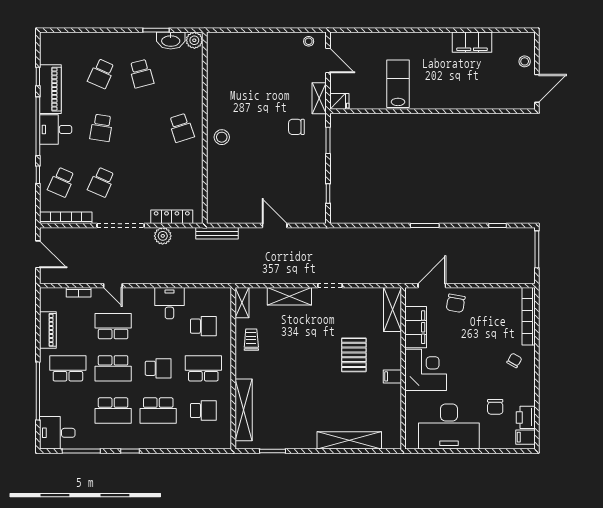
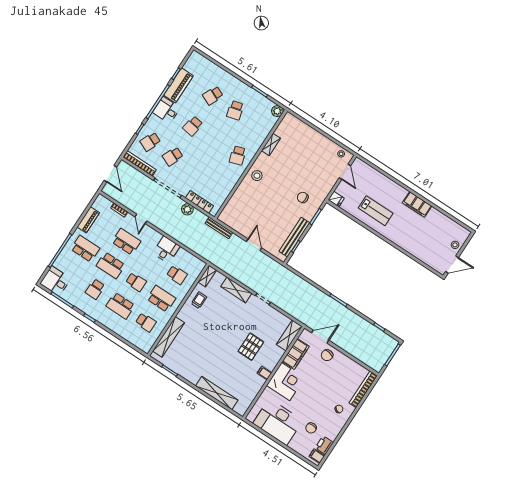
washbasin: (171, 41) -> (264, 103), removed
filing cabinet: (472, 42) -> (417, 204), moved
lab bench: (398, 84) -> (376, 211), turned 90
shelving: (319, 98) -> (271, 144), moved
bench: (319, 183) -> (294, 237), added
school desk: (113, 411) -> (95, 289), width x0.54

